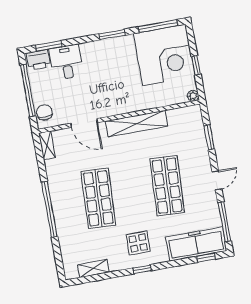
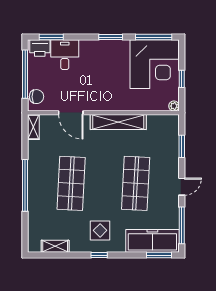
chair: (44, 112) -> (37, 97), turned 90
window: (206, 258) -> (159, 255), width x1.50

